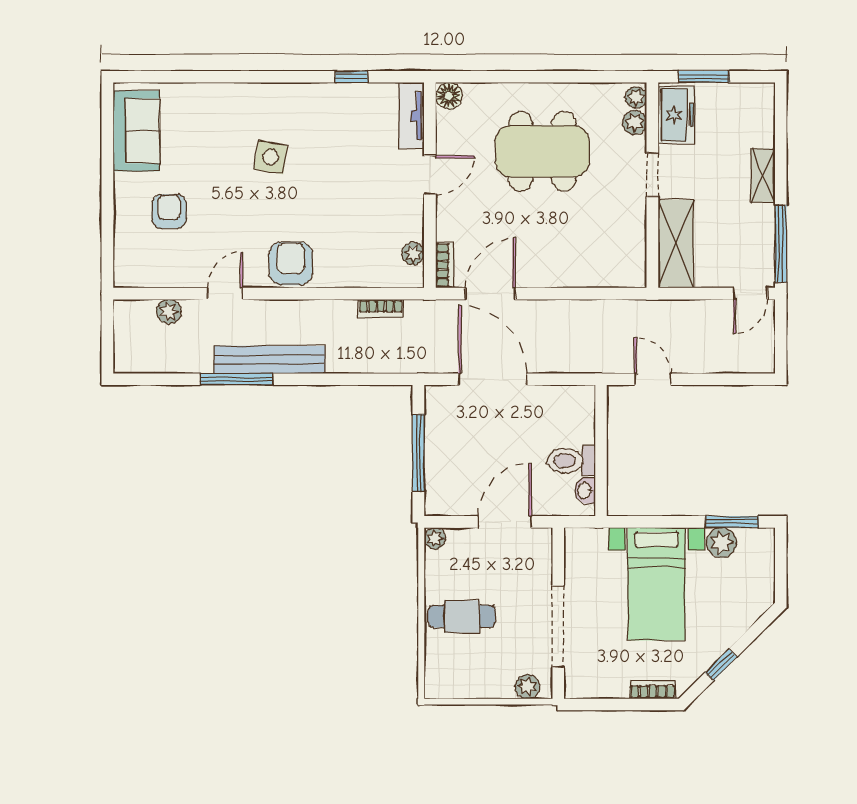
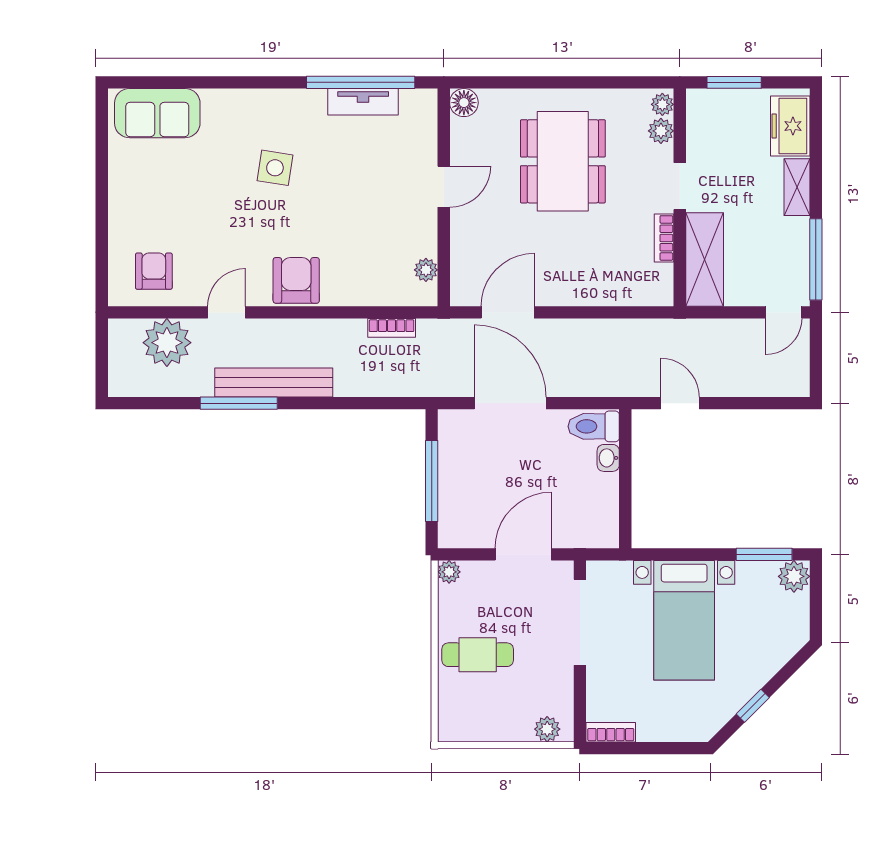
window: (352, 77) -> (361, 82), width x3.17
freezer: (677, 115) -> (790, 126), moved, turned 180
tv unit: (411, 116) -> (363, 102), moved, turned -90
sofa: (136, 131) -> (157, 113), moved, turned 90
dining table: (542, 151) -> (563, 161), turned 90
armchair: (169, 211) -> (154, 271), moved
bookcase: (445, 265) -> (664, 238), moved, turned 180
plant: (169, 311) -> (167, 343), width x1.87, depth x1.87
toilet: (571, 461) -> (594, 426), moved
washbasin: (585, 490) -> (608, 458), moved
plant: (722, 543) -> (794, 576), moved
doorway: (558, 627) -> (580, 622), moved
bookcase: (652, 690) -> (611, 732), moved

